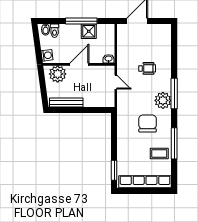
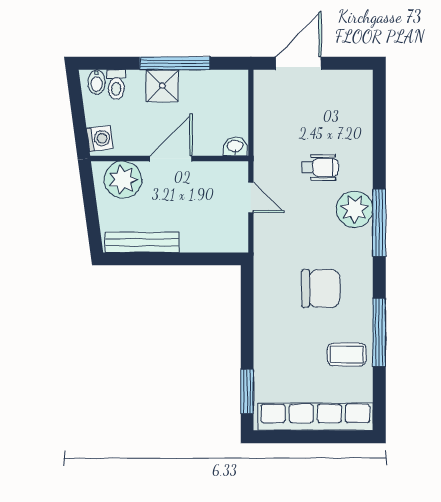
shower: (89, 31) -> (162, 86), moved
plant: (163, 100) -> (355, 209), moved
chair: (148, 123) -> (321, 289), turned 90

